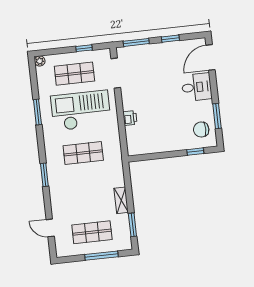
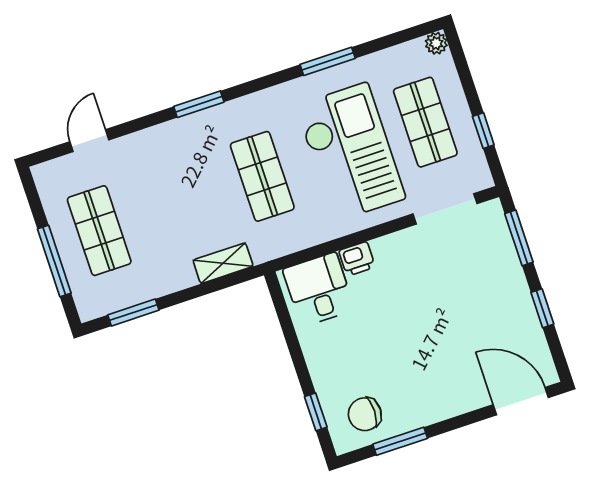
desk: (197, 87) -> (319, 290), moved, turned 180
chair: (201, 130) -> (365, 414), turned -90
shelving: (121, 200) -> (223, 263), moved

